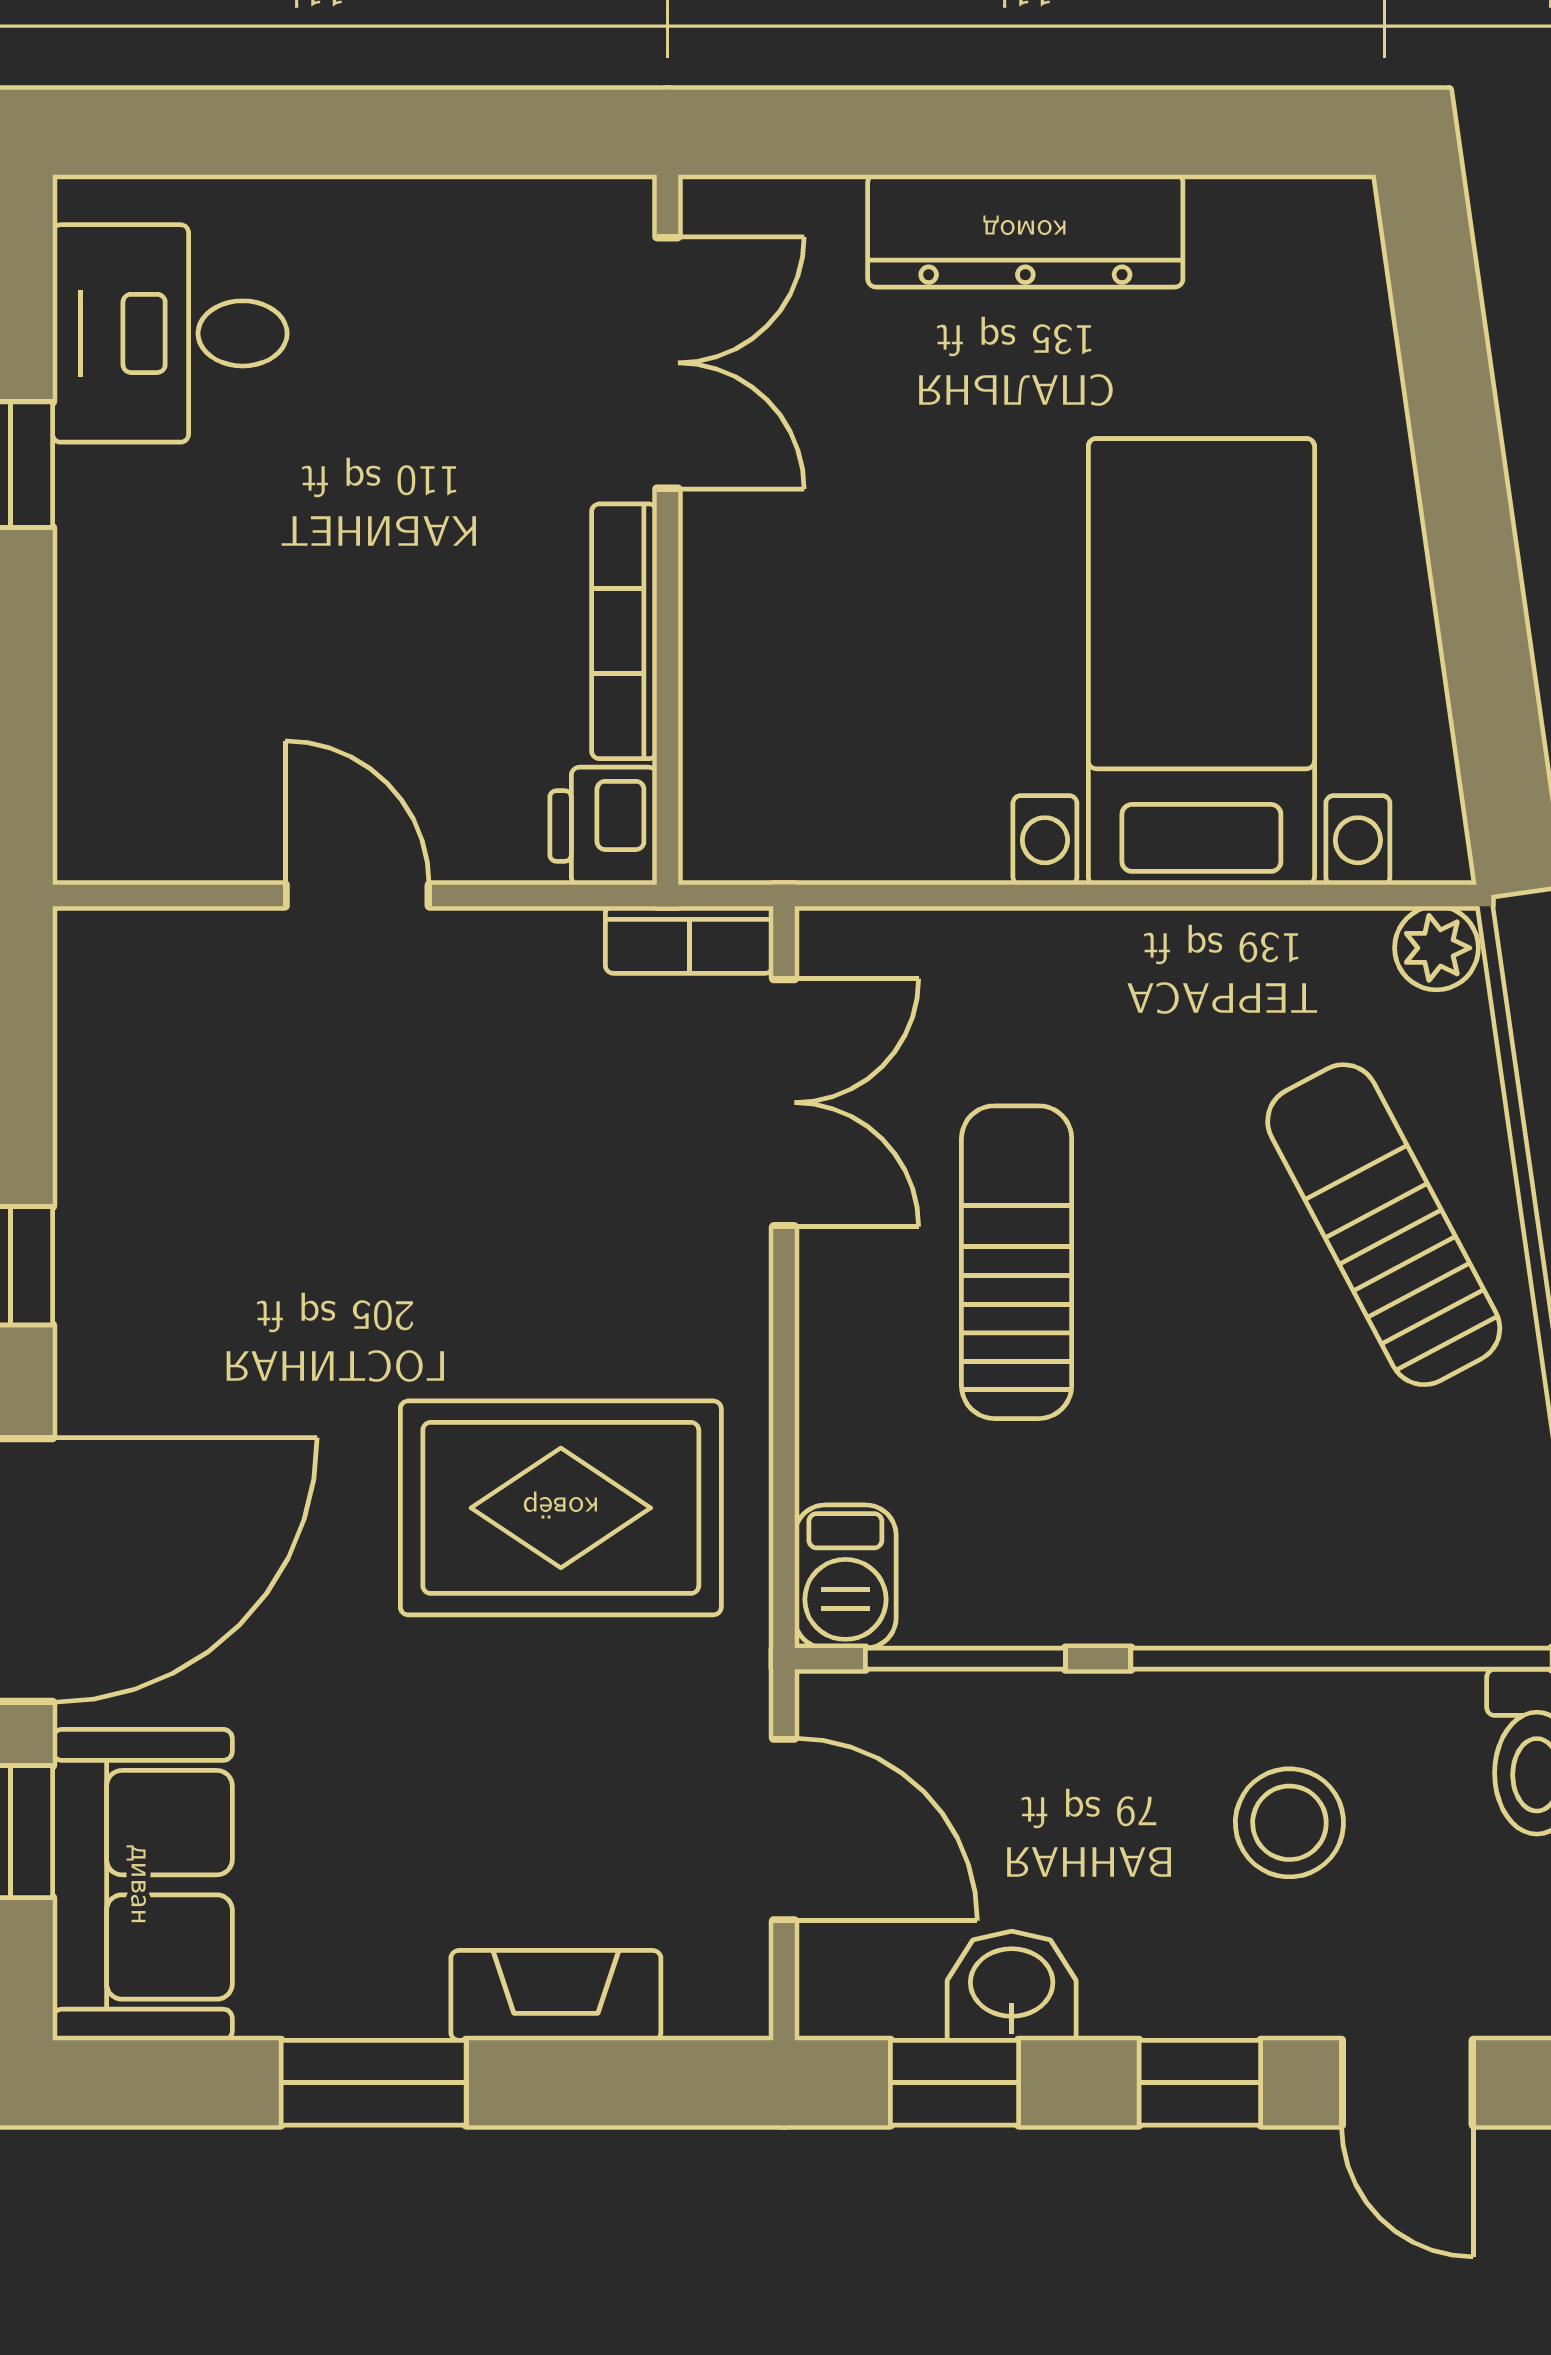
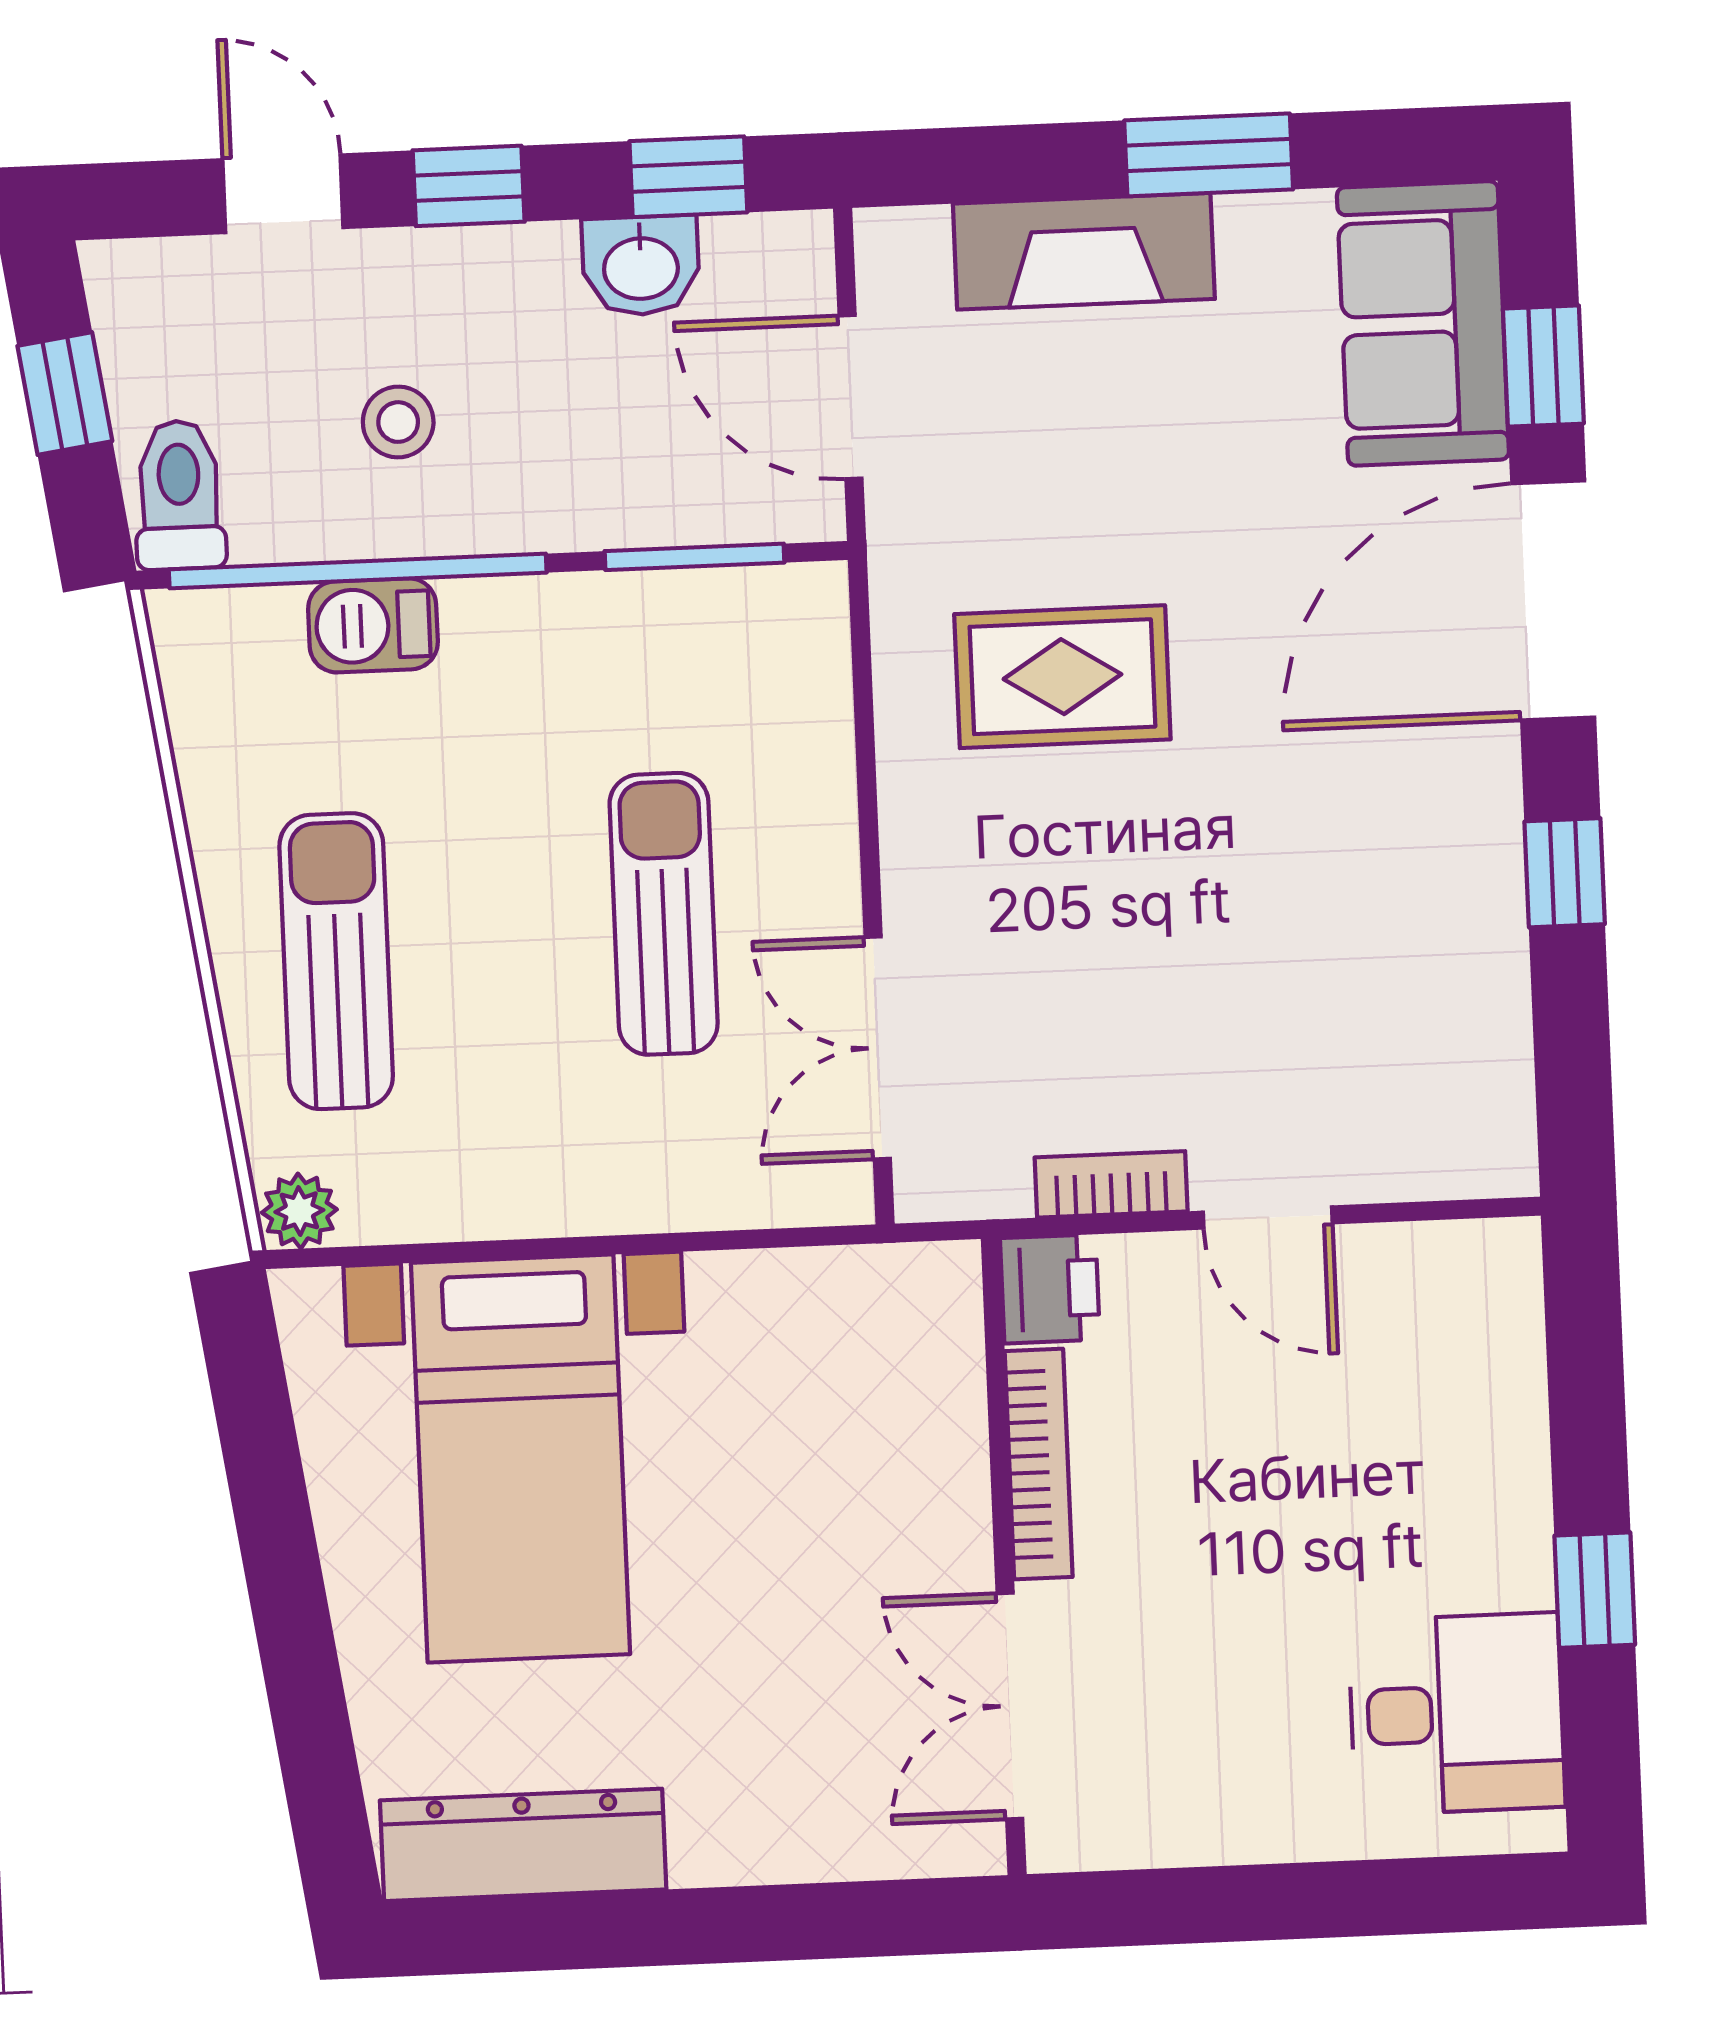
dresser: (1025, 231) -> (523, 1845), moved
bookcase: (689, 940) -> (1111, 1184), moved
sun lounger: (1384, 1225) -> (336, 961), turned -152
sun lounger: (1017, 1262) -> (664, 914), turned 180
rug: (561, 1508) -> (1062, 677), width x0.73, depth x0.70
barbecue: (845, 1577) -> (373, 625), moved, turned -90
stool: (1289, 1823) -> (398, 422), width x0.73, depth x0.73
fireplace: (556, 1995) -> (1084, 251), width x1.37, depth x1.32

